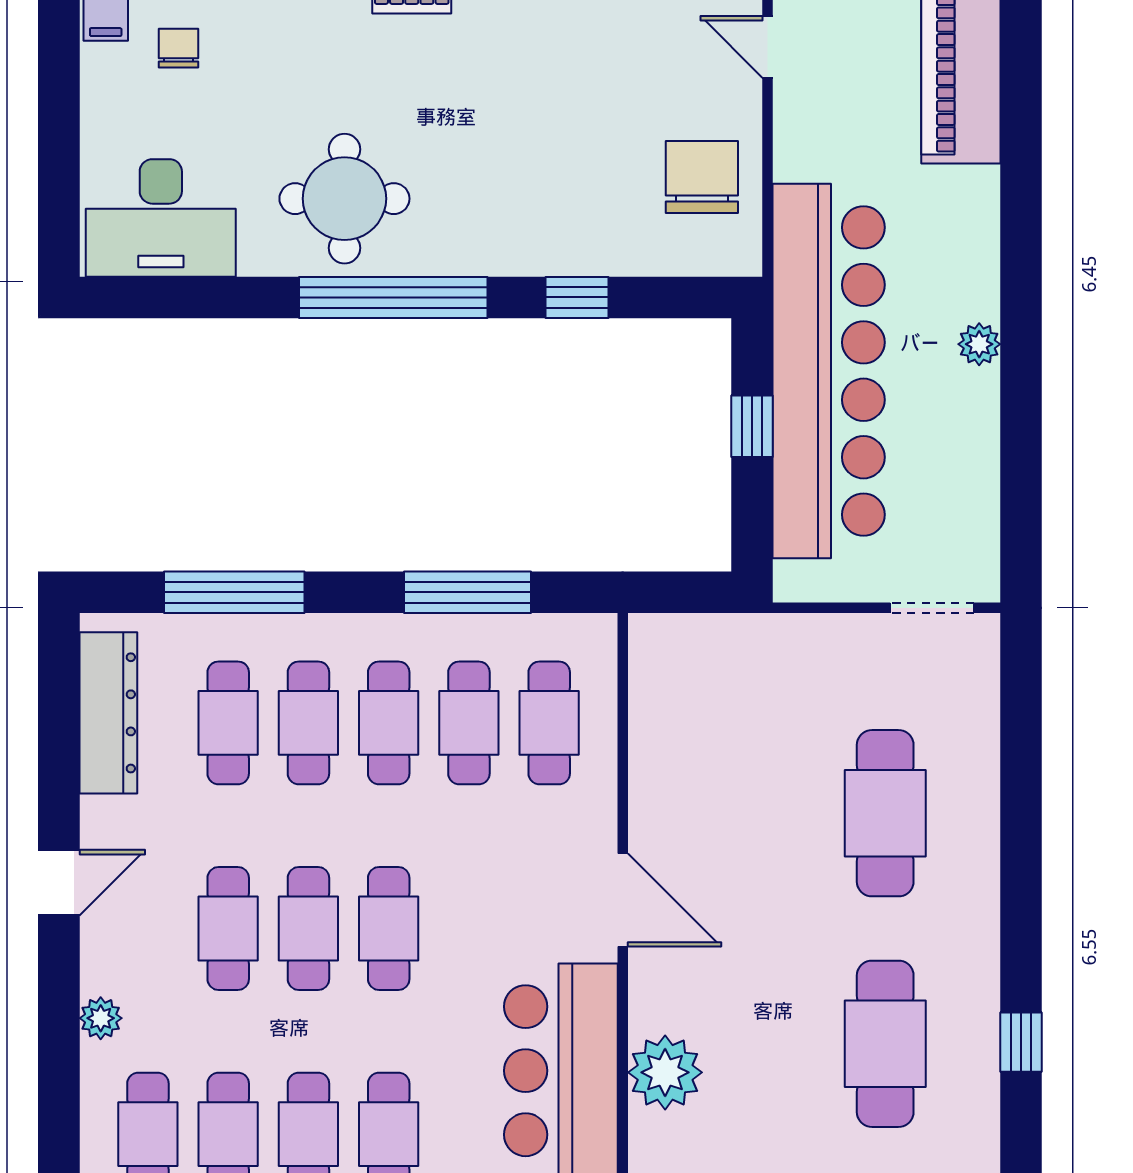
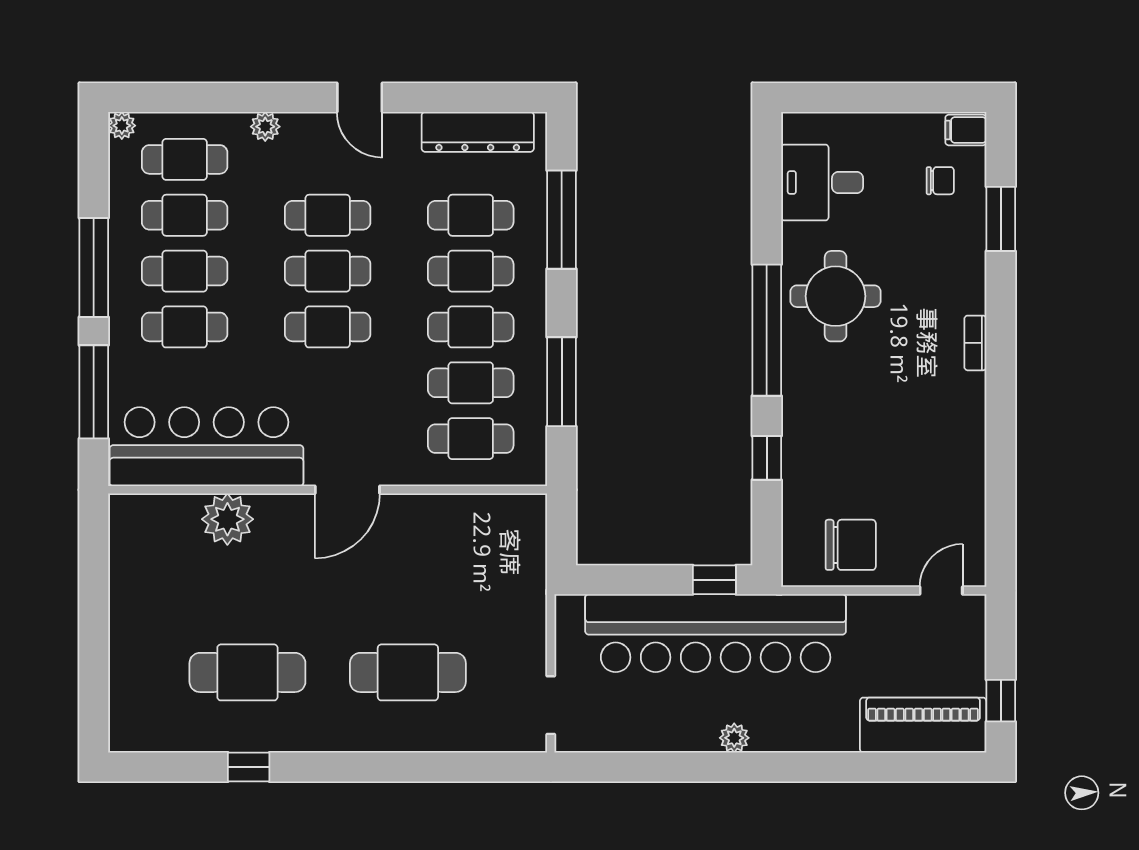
desk: (161, 218) -> (822, 183), width x0.73
window: (752, 426) -> (714, 580), moved

